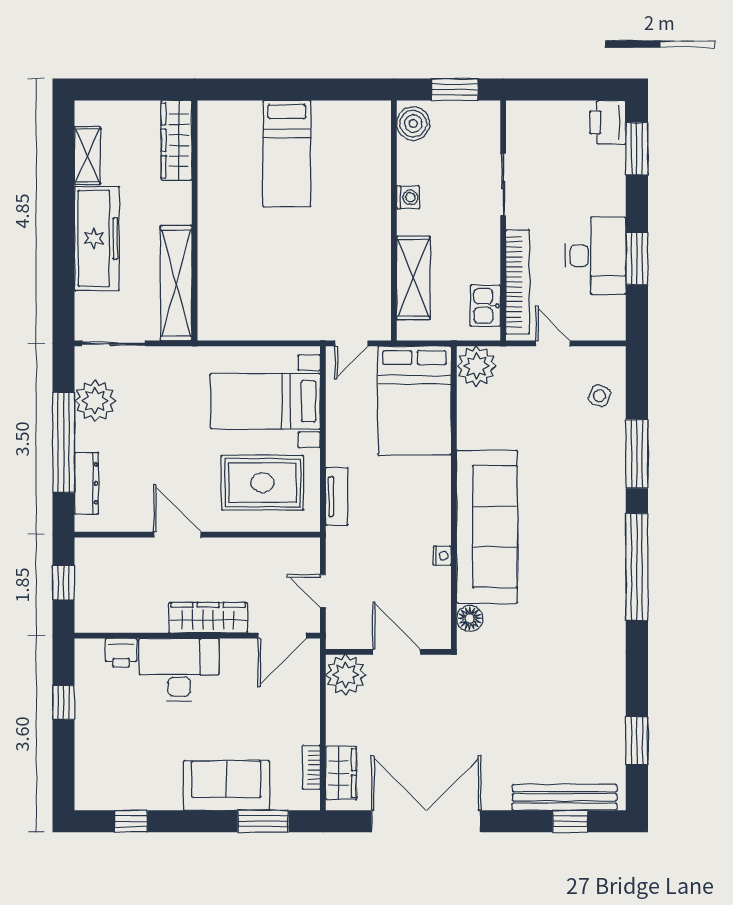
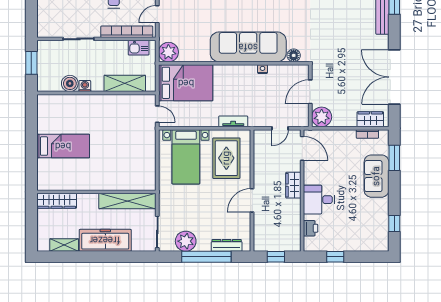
boiler: (413, 123) -> (70, 83), moved
wardrobe: (208, 618) -> (293, 185), width x0.67
desk: (179, 670) -> (319, 200), width x0.73

